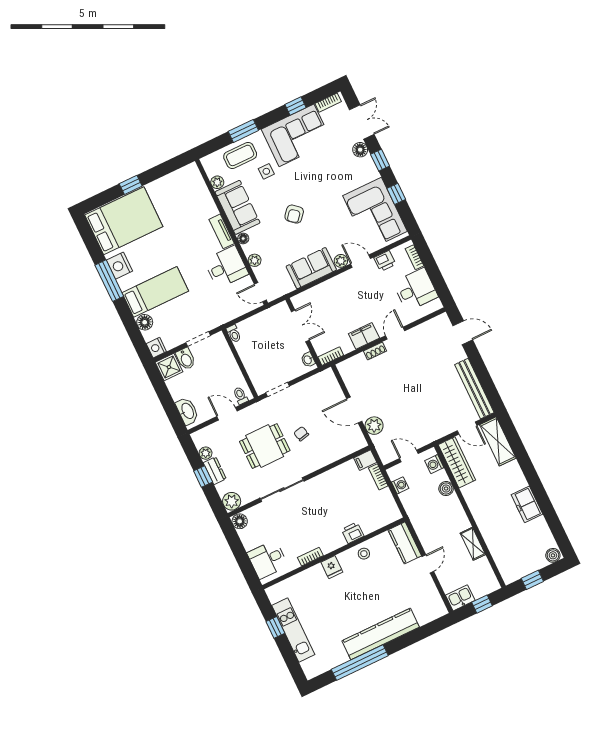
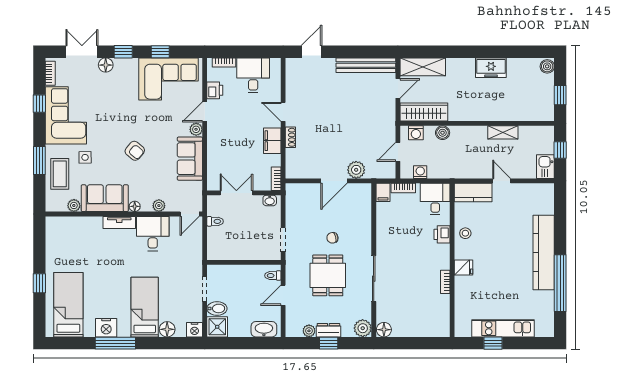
bed: (124, 221) -> (68, 305), width x0.67
toilet: (234, 334) -> (215, 221), moved
desk: (268, 559) -> (435, 199), moved, turned 180

